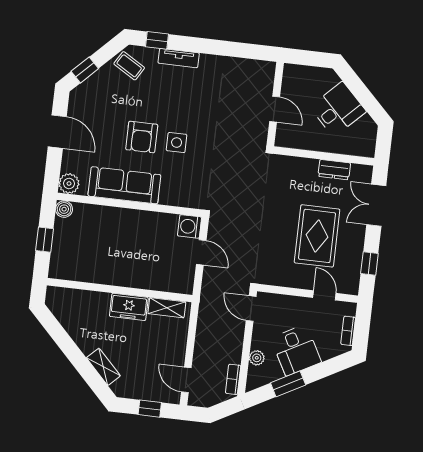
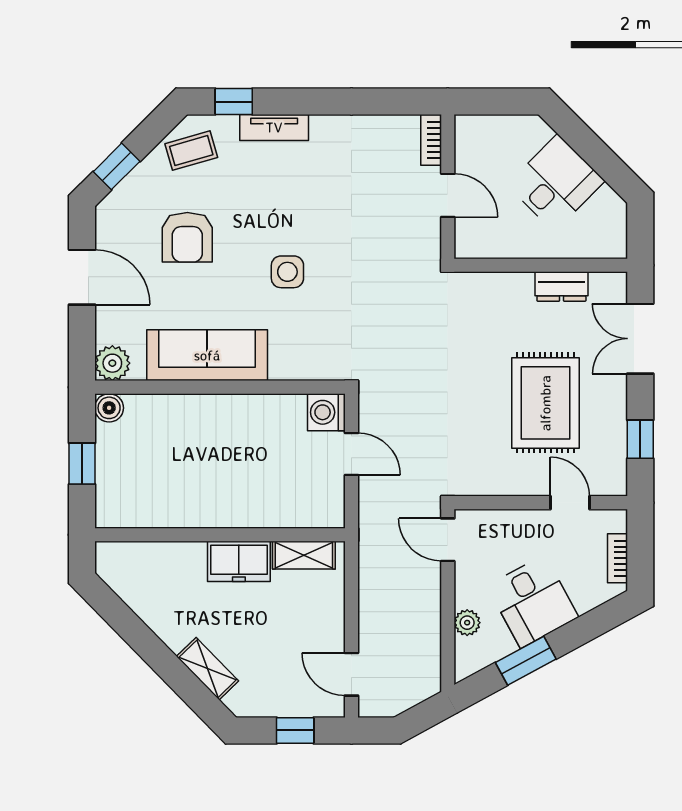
coffee table: (129, 66) -> (191, 151), turned -47
armchair: (142, 137) -> (187, 237), moved
bookcase: (233, 379) -> (431, 140), moved

